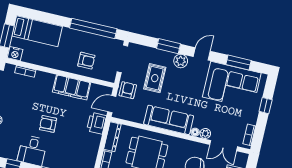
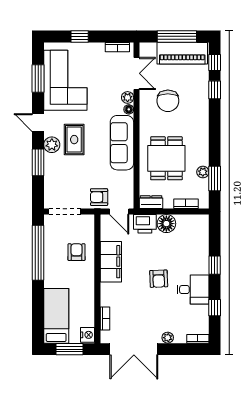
rug: (155, 78) -> (74, 140), moved, turned 90
dresser: (112, 137) -> (151, 202), width x0.70
floor lamp: (92, 141) -> (166, 224), added

